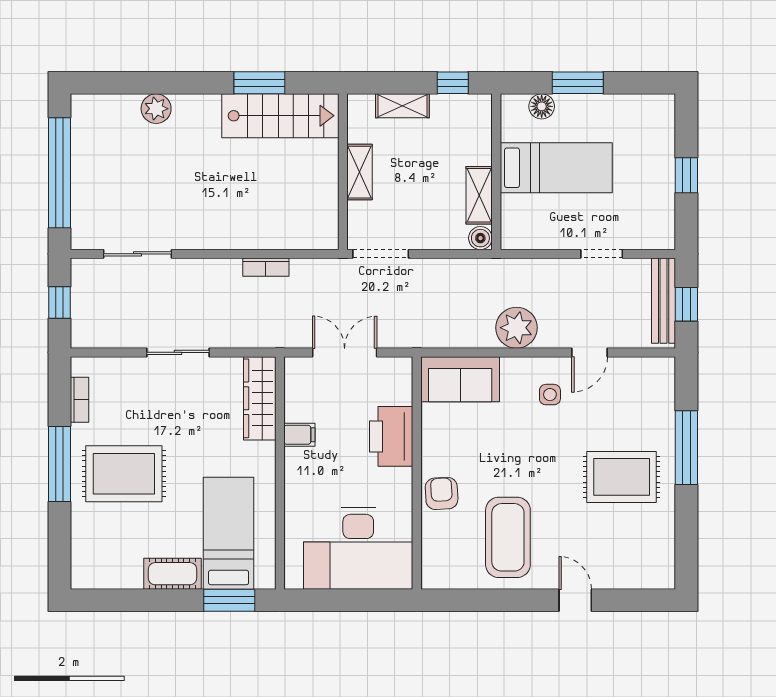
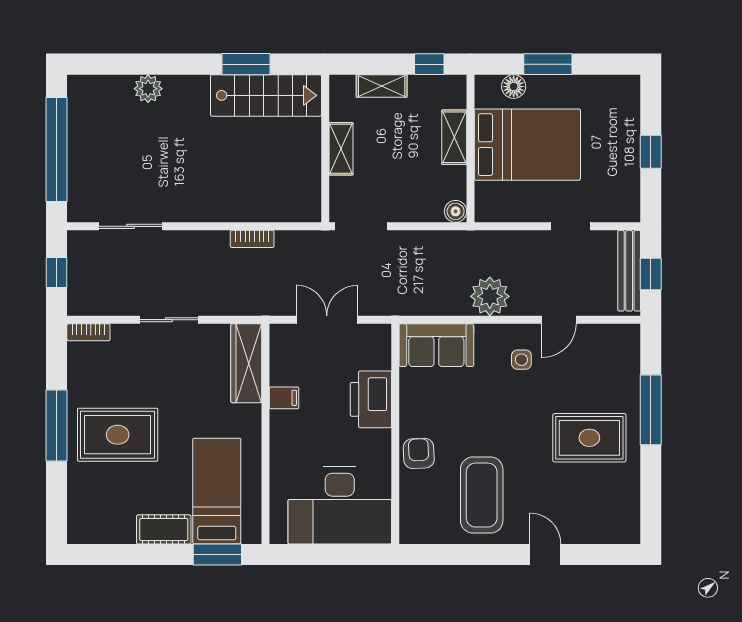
bed: (556, 168) -> (527, 145), width x1.50
shelving: (479, 195) -> (454, 137), moved
bookcase: (80, 400) -> (88, 332), moved, turned 90

